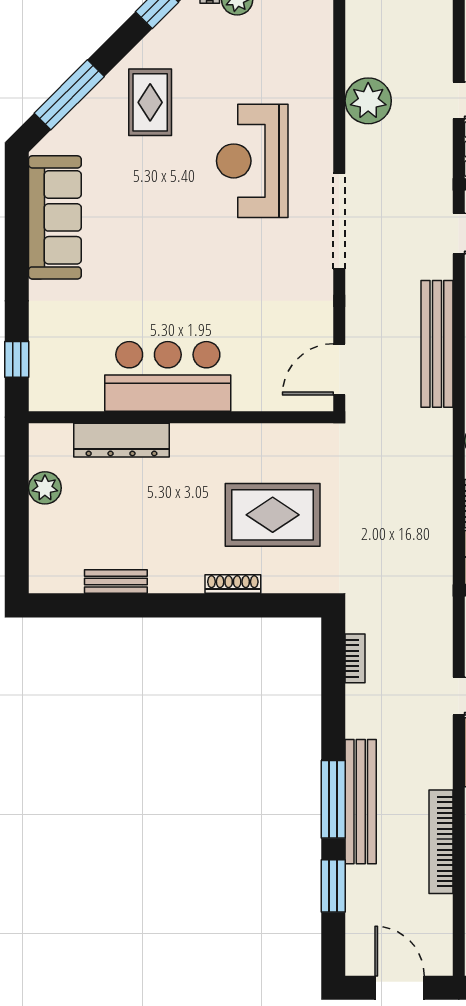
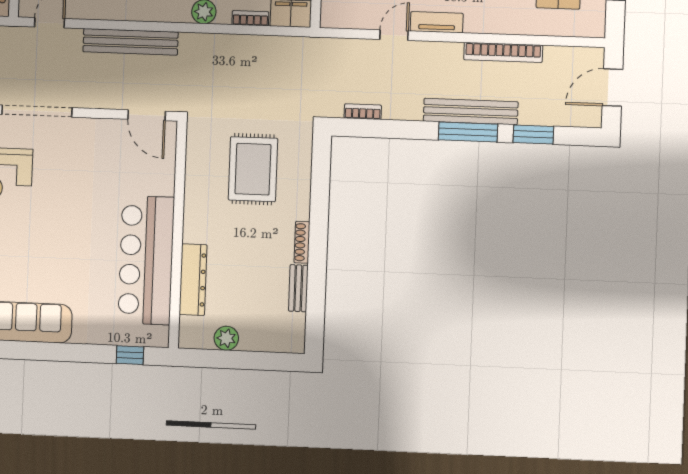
bar counter: (168, 376) -> (146, 260), width x1.36
shoe rack: (233, 584) -> (302, 242), moved

